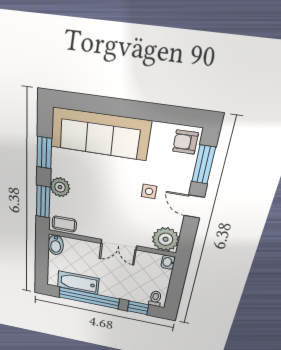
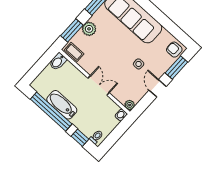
plant: (166, 239) -> (130, 105), width x0.53, depth x0.53
double door: (119, 245) -> (99, 85), swing flipped
bathtub: (78, 283) -> (62, 105), moved

